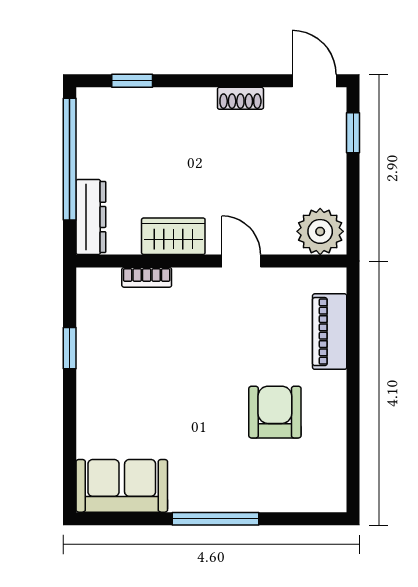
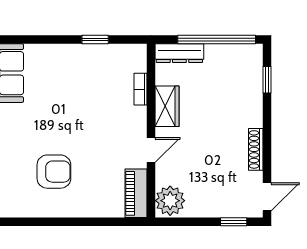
shoe rack: (240, 98) -> (256, 149), width x1.43
piano: (330, 332) -> (136, 193), moved, turned -90

